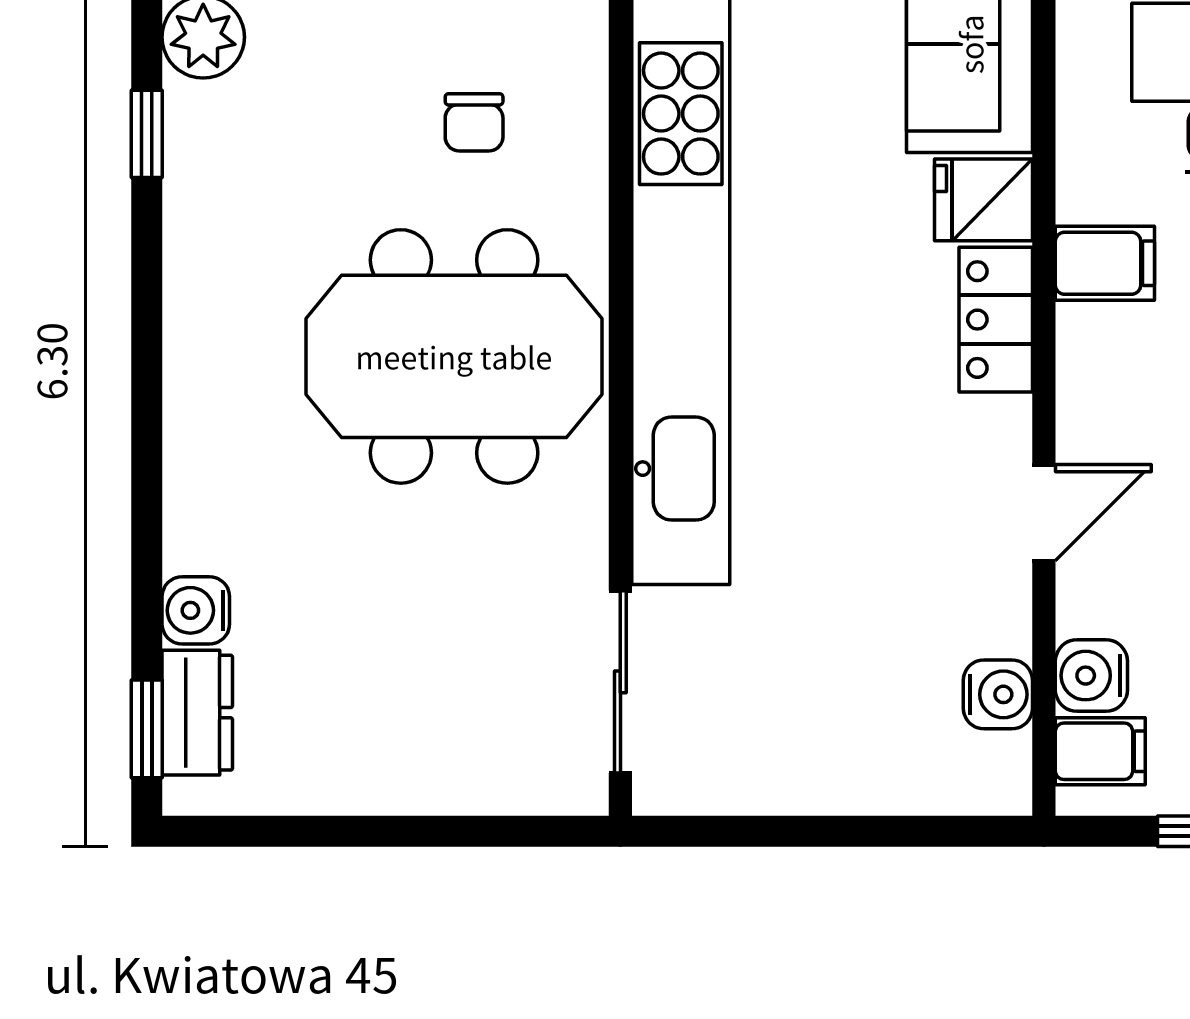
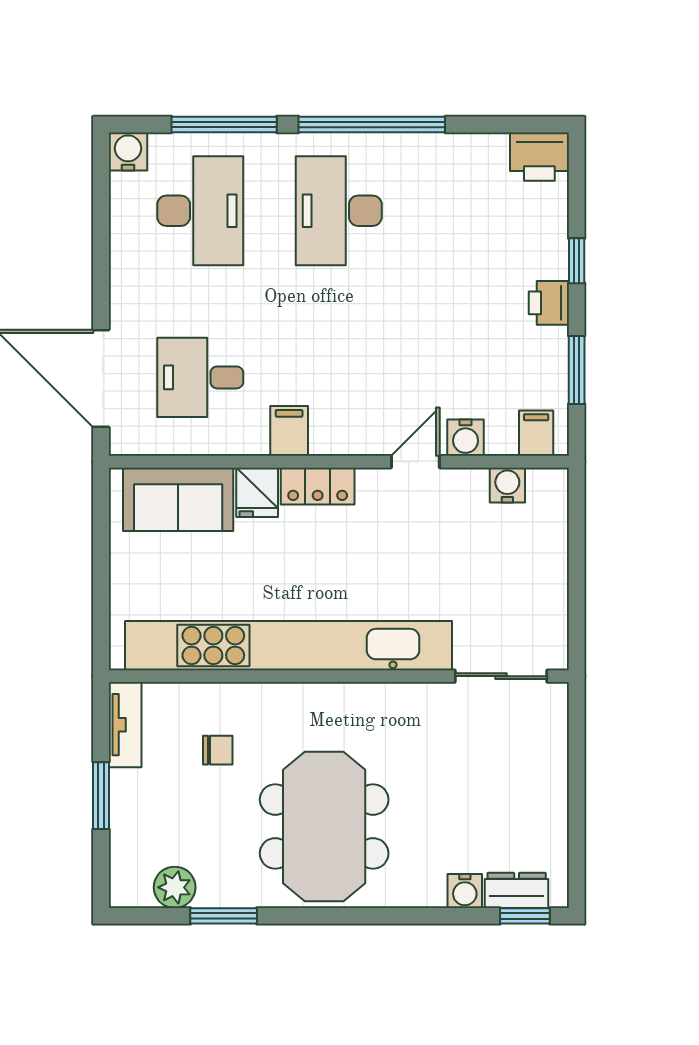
window: (147, 134) -> (224, 916), width x1.50
meeting table: (454, 356) -> (324, 826), moved
door: (1044, 513) -> (415, 462), hinge flipped
water cooler: (1091, 676) -> (466, 438), moved

